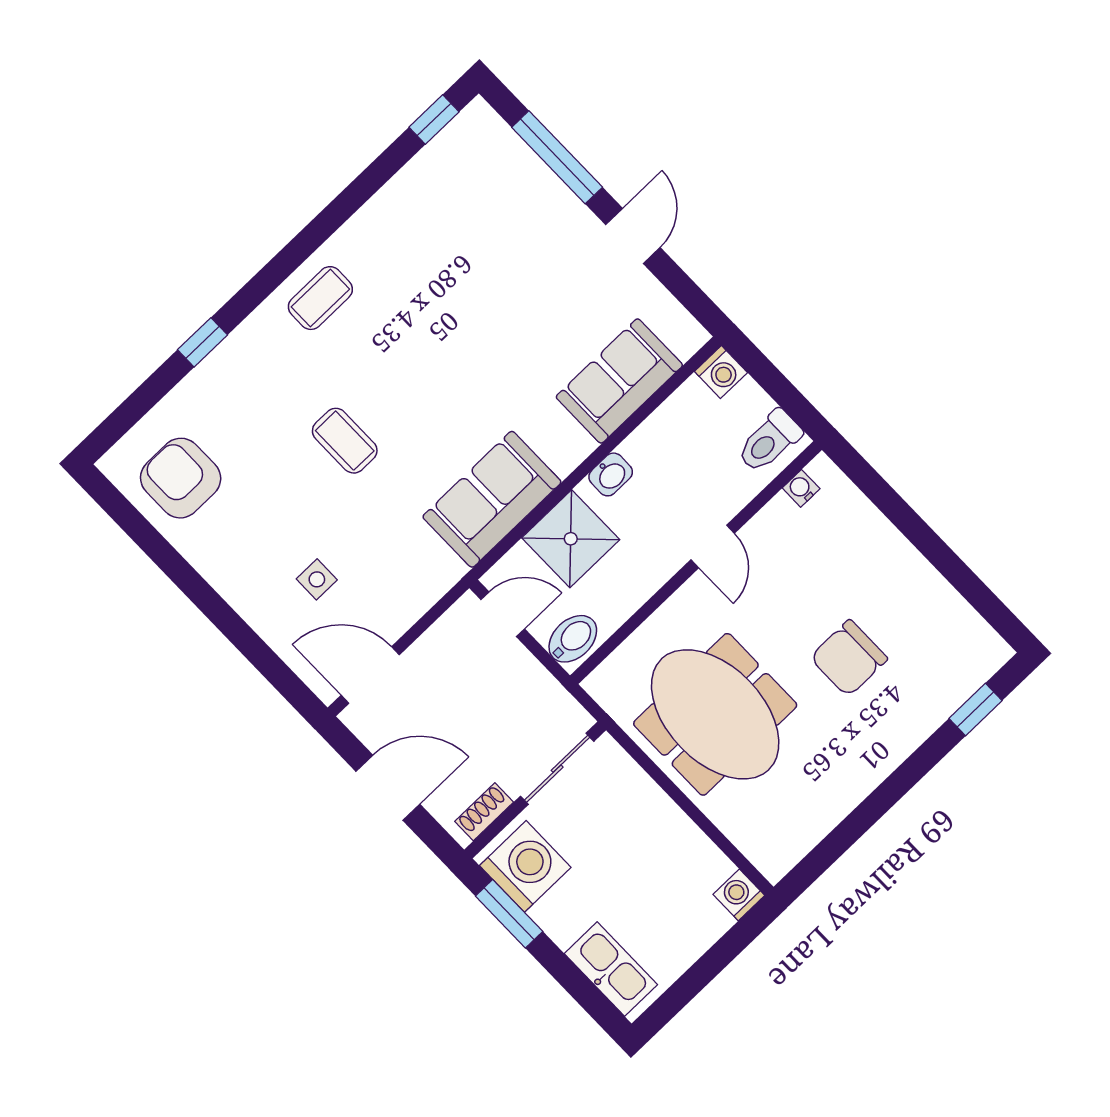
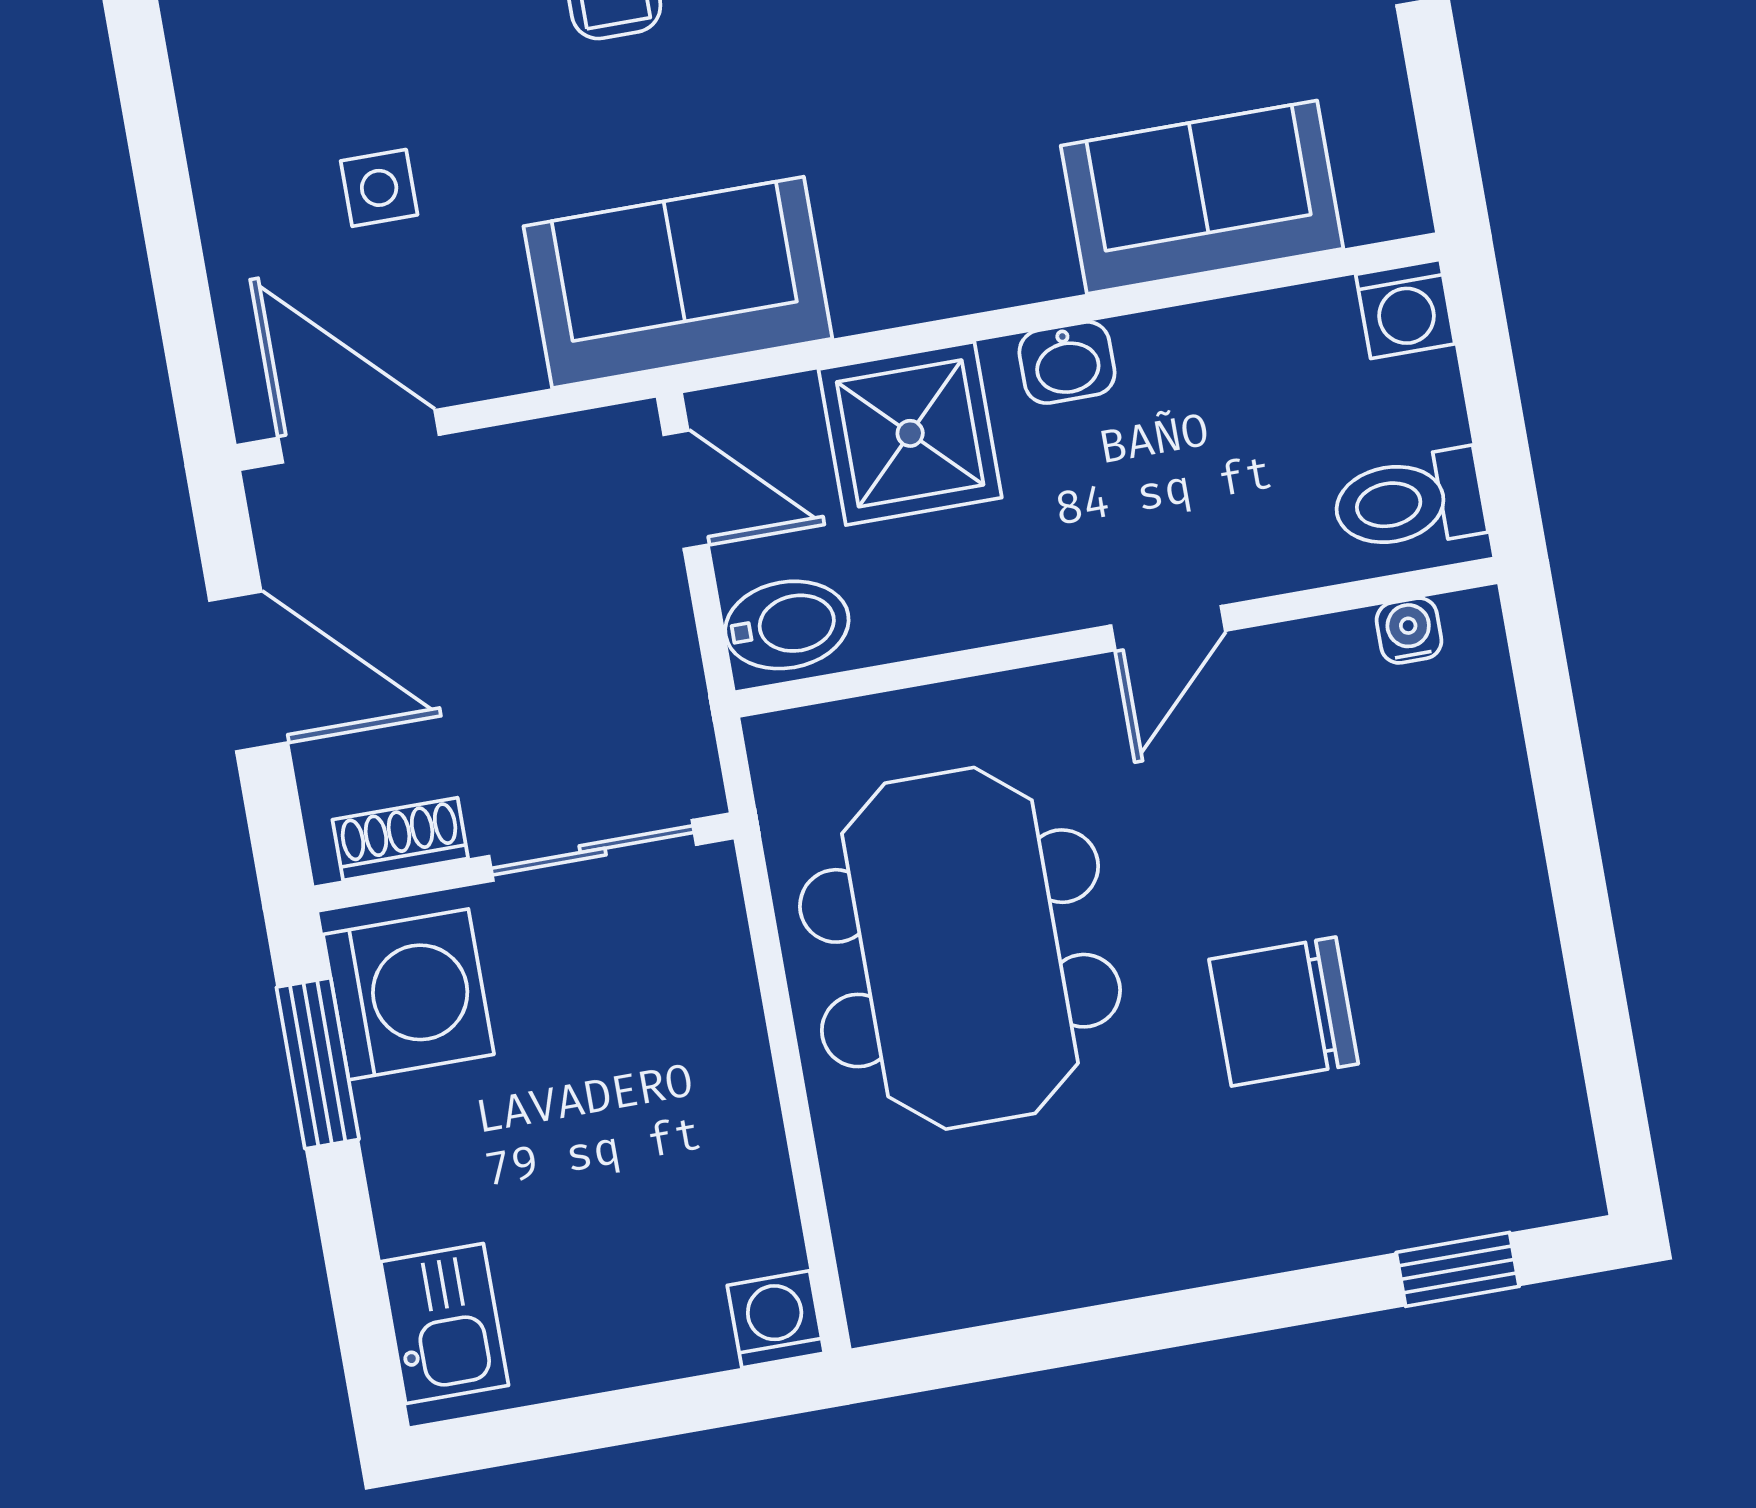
sofa: (492, 499) -> (678, 282), moved
kitchen sink: (611, 969) -> (445, 1323), width x0.73

